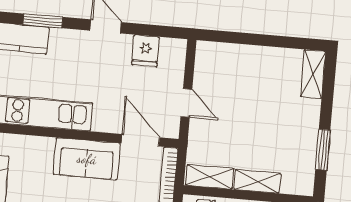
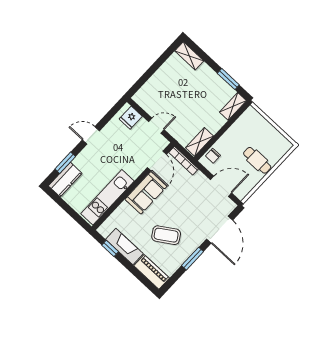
fridge: (145, 51) -> (131, 118), moved, turned 90
door: (140, 140) -> (157, 161), swing flipped
shelving: (257, 181) -> (233, 106), moved

